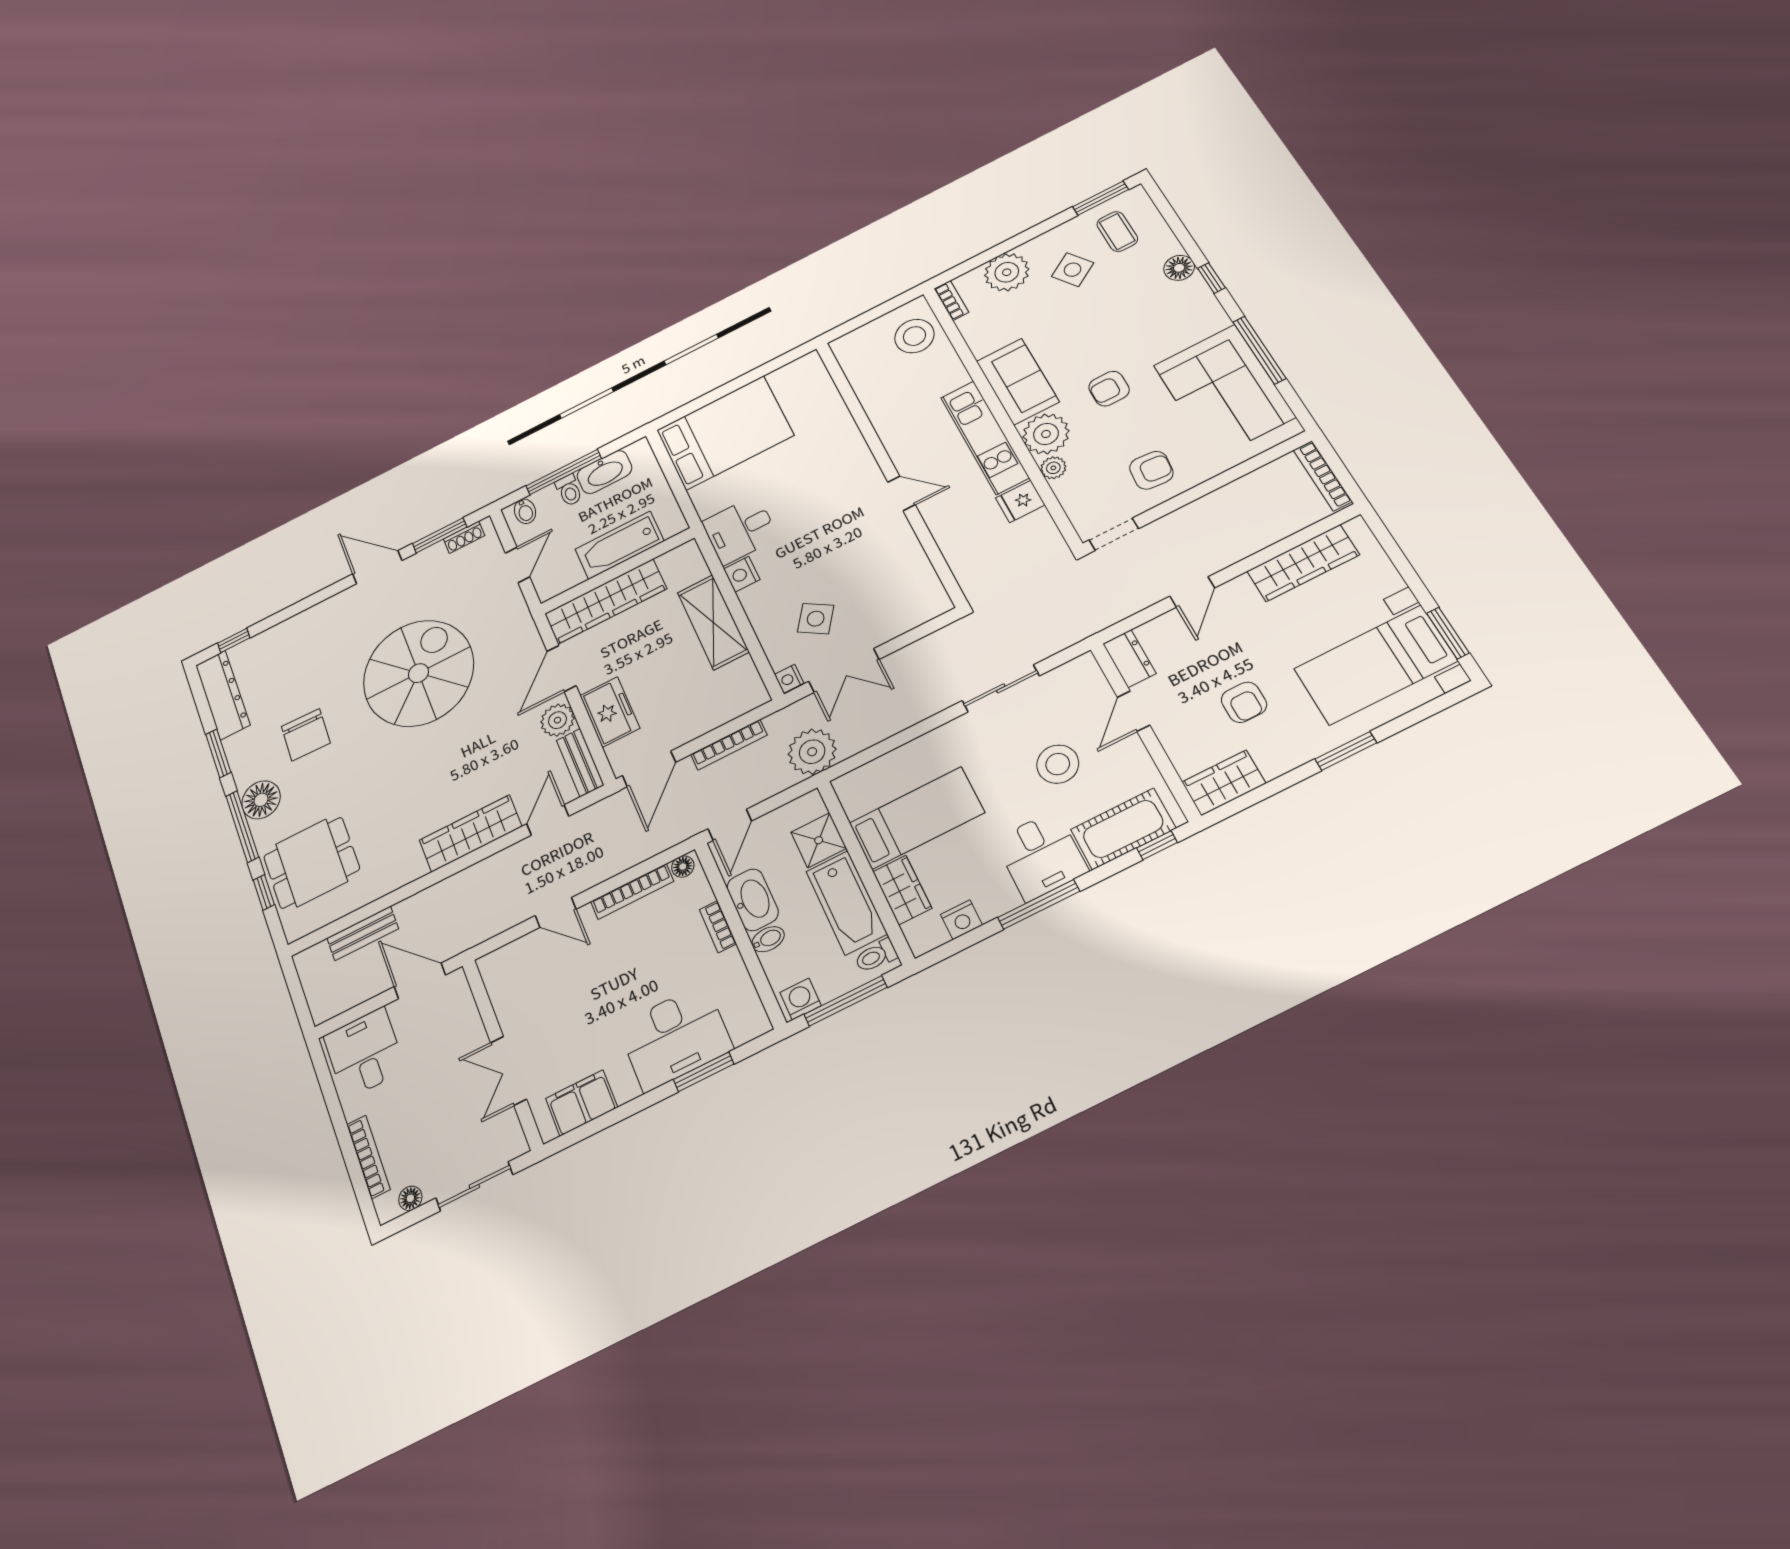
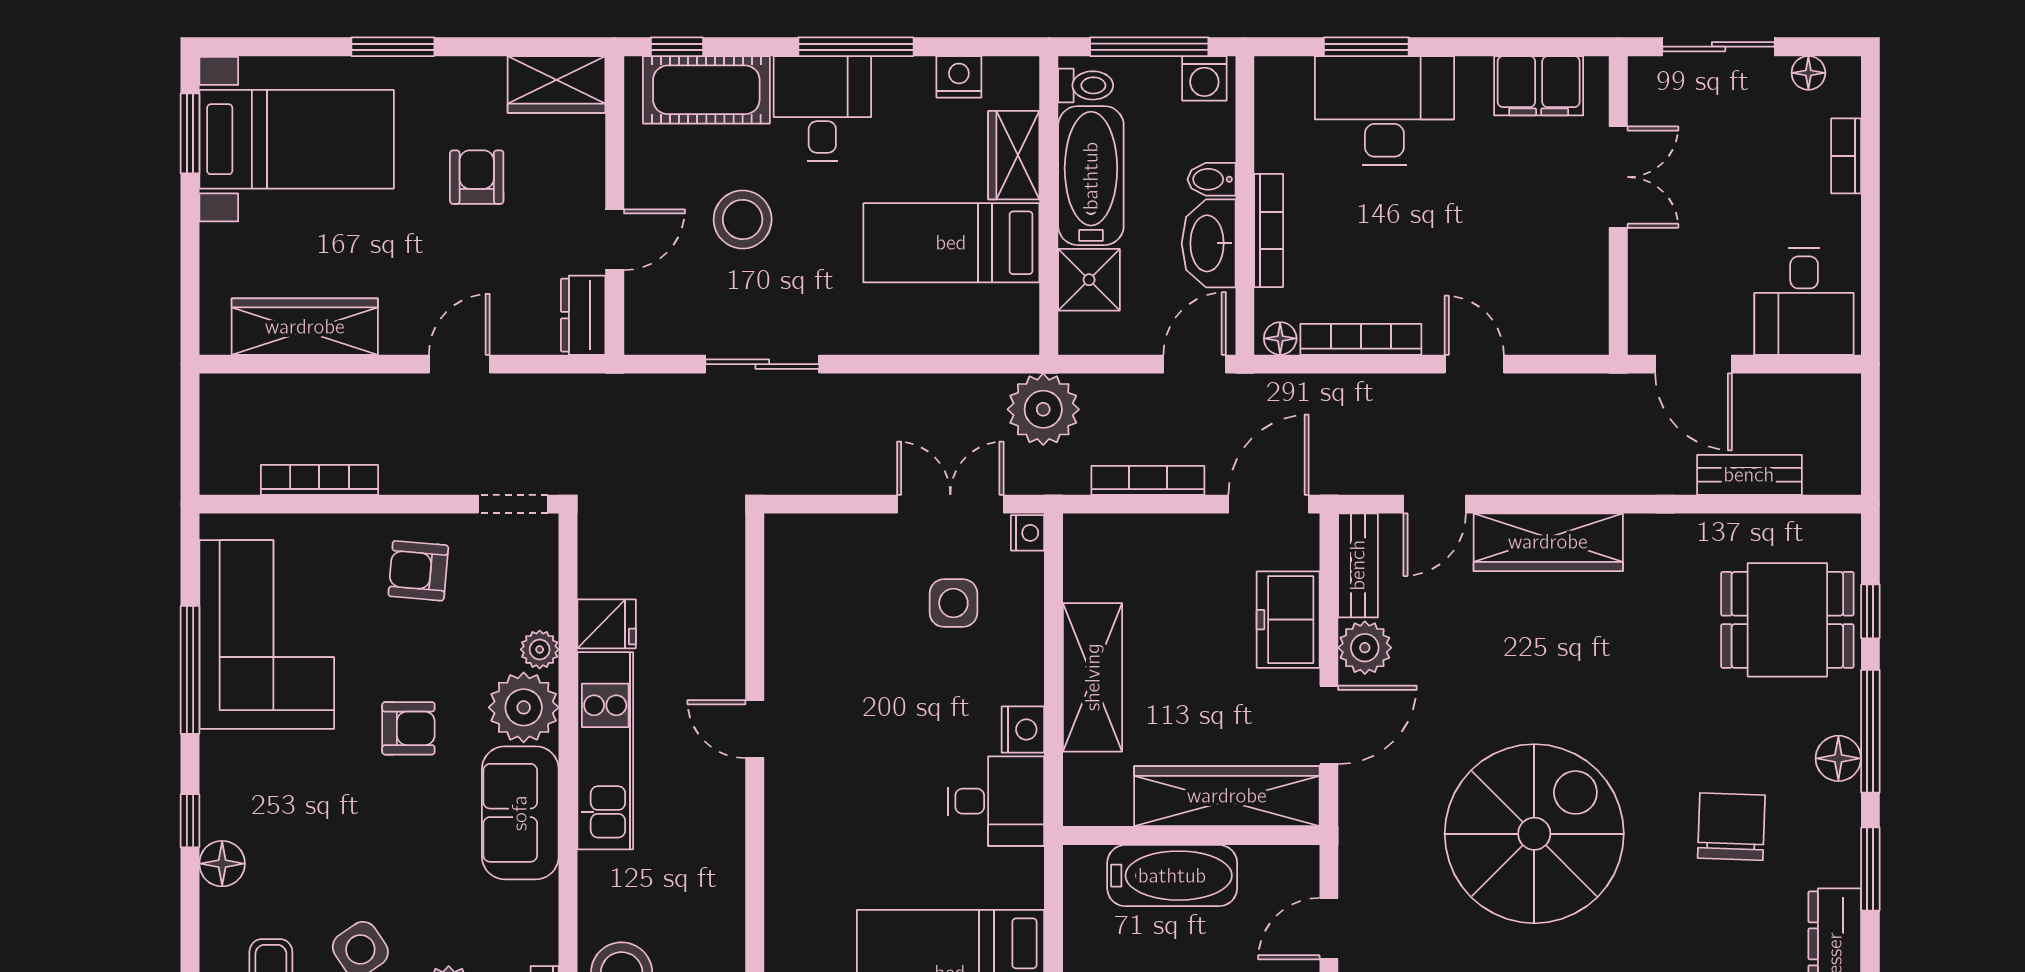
bookcase: (1323, 476) -> (319, 480), moved, turned -90
side table: (816, 619) -> (953, 603), turned -34
spiral stairs: (418, 673) -> (1534, 834), turned 180
floor lamp: (261, 800) -> (1838, 758), width x0.73, depth x0.73
bookcase: (718, 927) -> (1269, 230), width x1.56
bookcase: (368, 1157) -> (1846, 156), width x0.64

